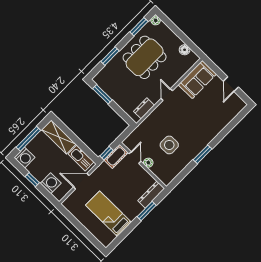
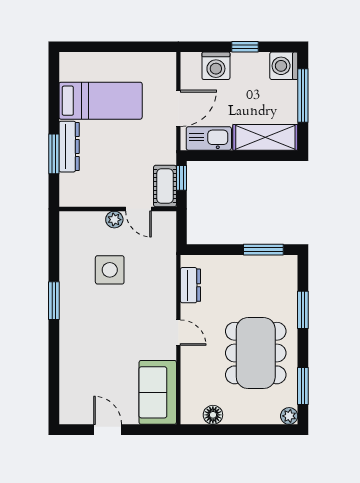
dresser: (151, 195) -> (69, 147), moved

